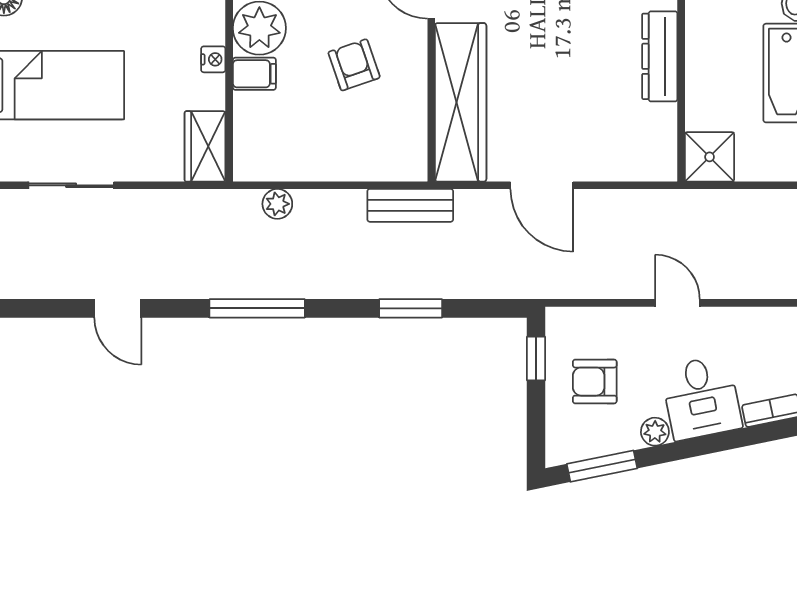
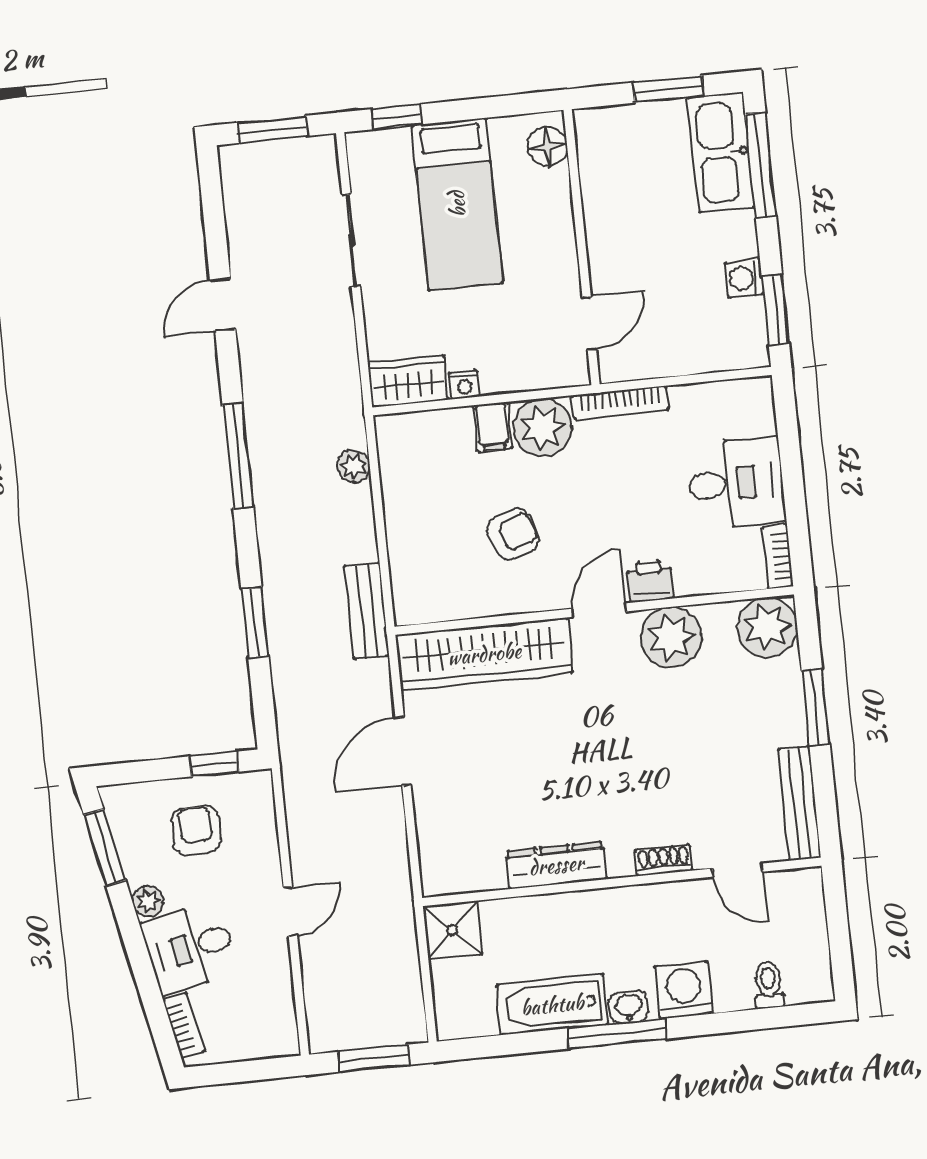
nightstand: (213, 59) -> (464, 385), moved

